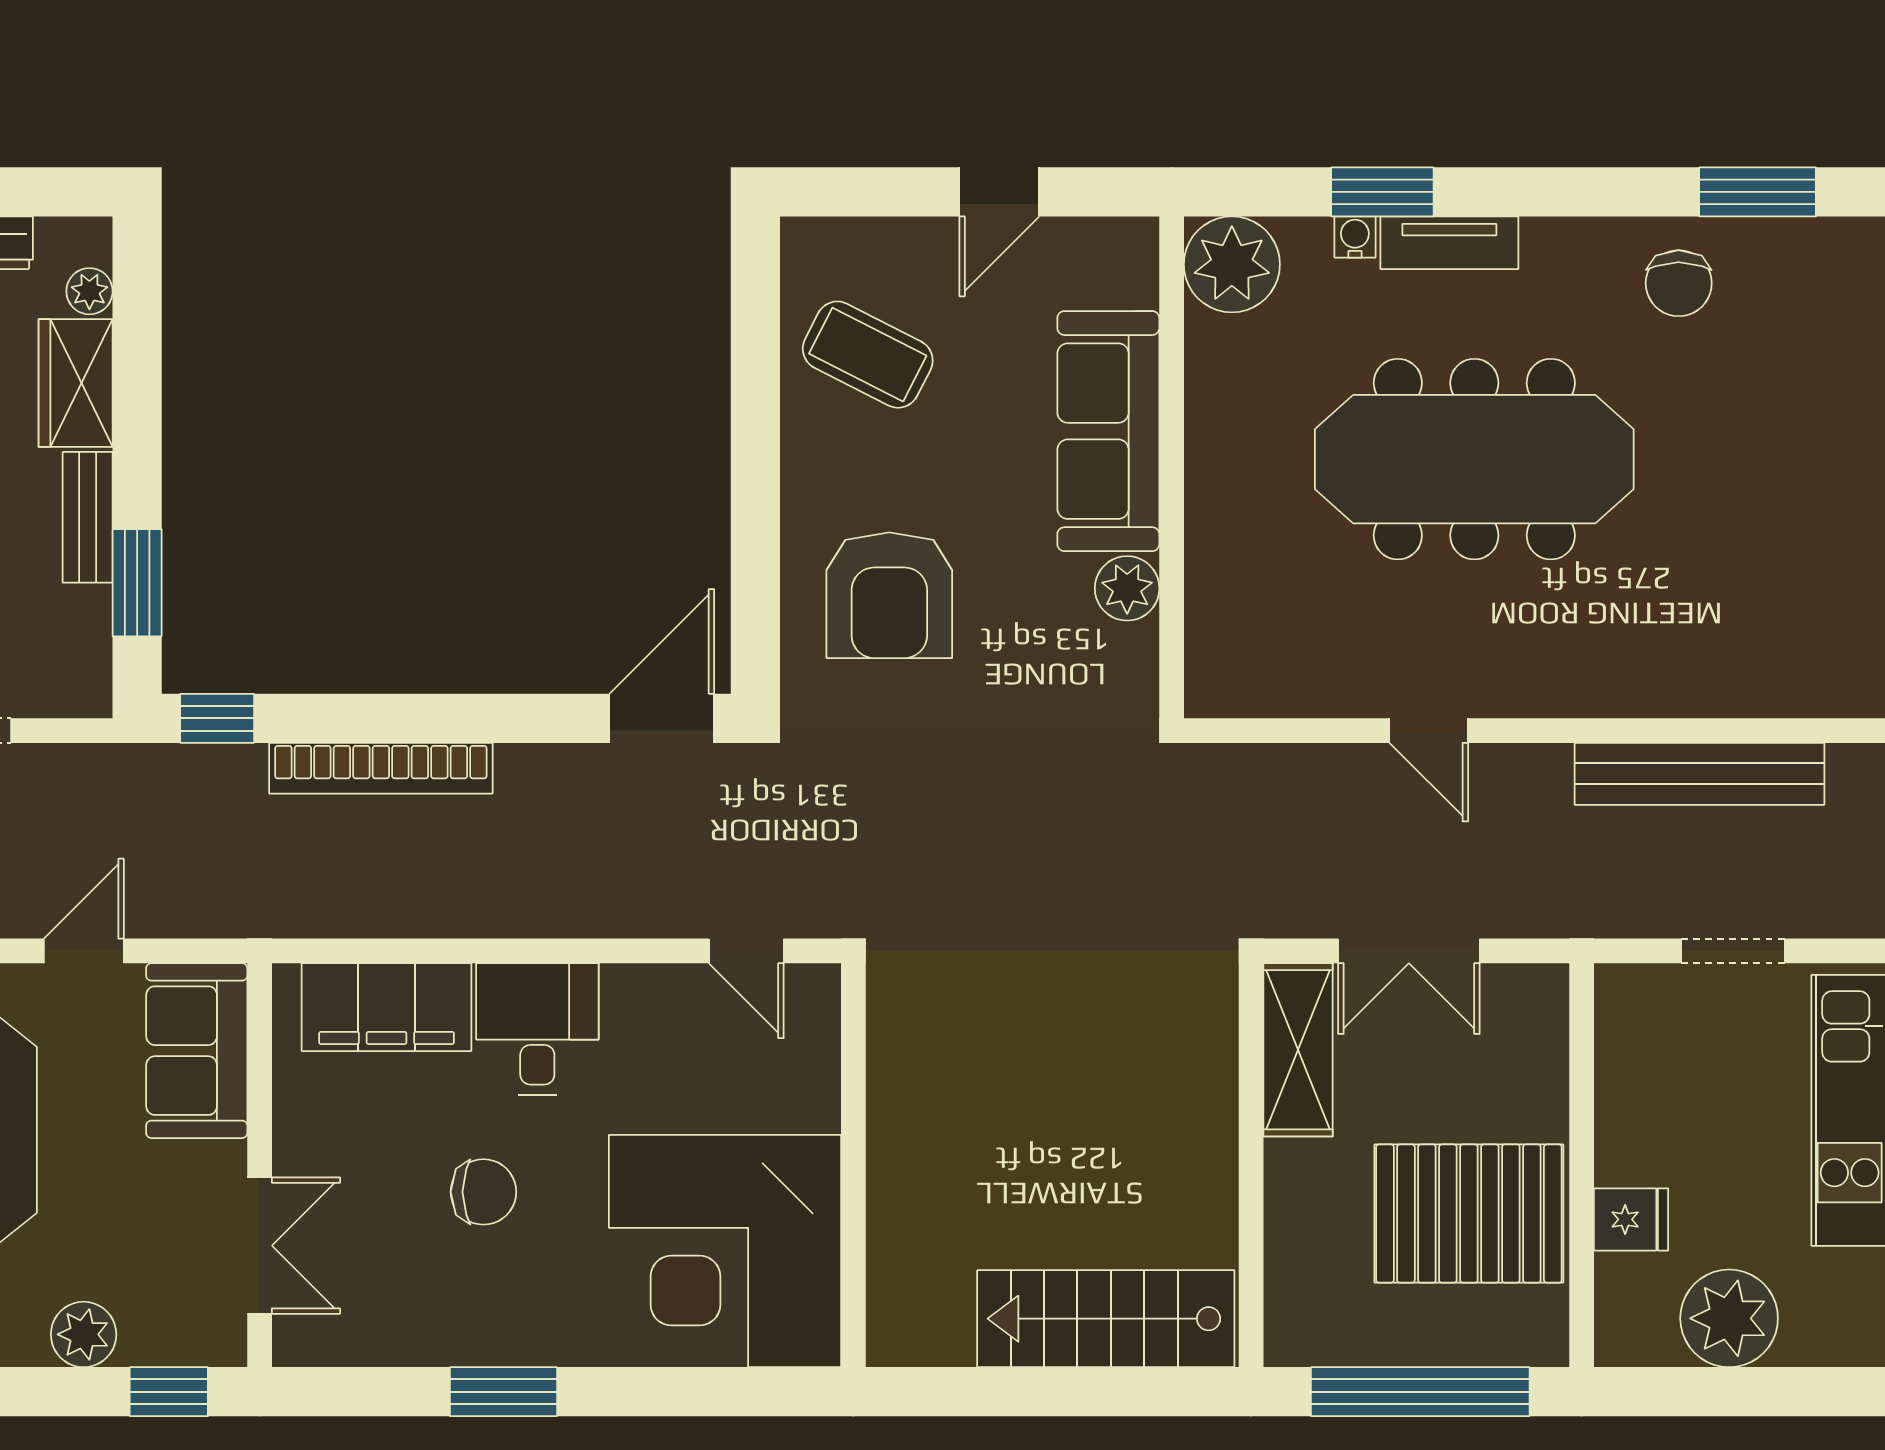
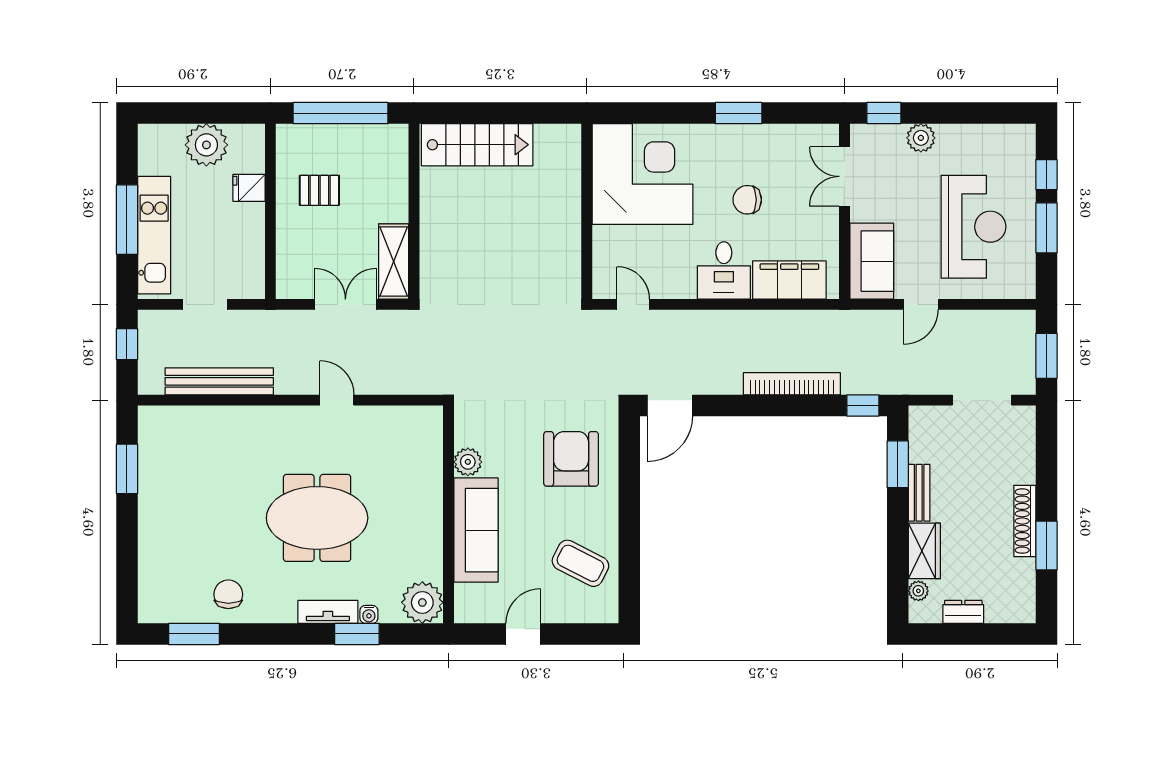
meeting table: (1474, 459) -> (317, 518), width x0.73
pallet: (1469, 1214) -> (319, 190), width x0.49, depth x0.50

